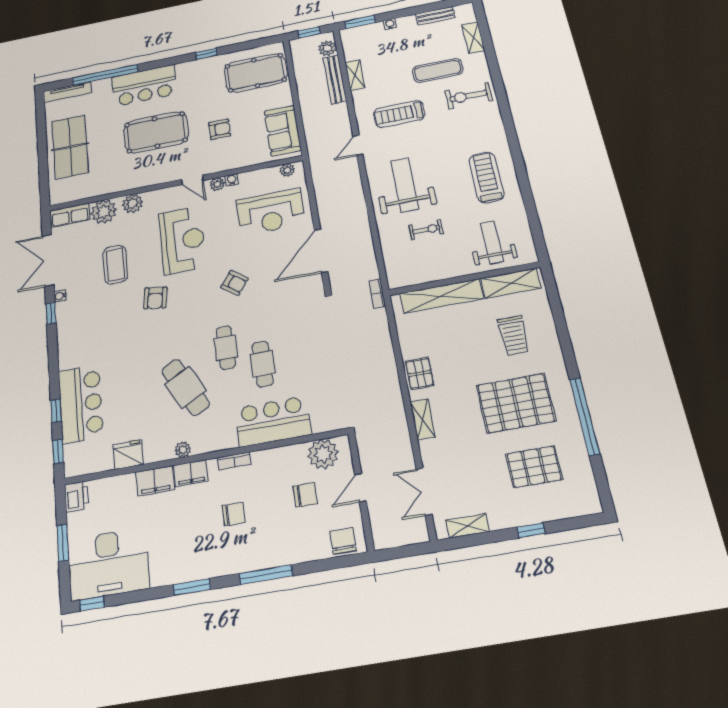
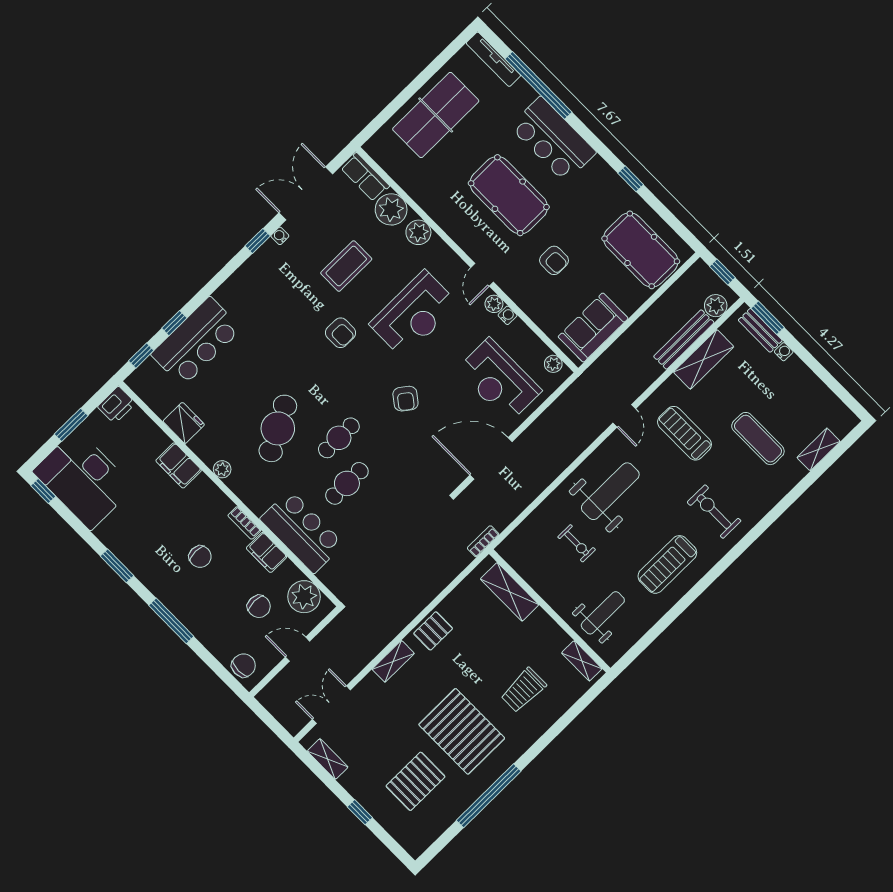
bench: (435, 16) -> (760, 330), moved
shelving: (355, 75) -> (704, 359), width x1.50, depth x1.33
exercise bike: (469, 96) -> (714, 512), moved
door: (358, 145) -> (624, 416), swing flipped
treadmill: (486, 178) -> (667, 564), turned 180
shelving: (511, 283) -> (582, 661), width x0.67, depth x0.75
shelving: (442, 296) -> (510, 592), width x0.68
armchair: (155, 298) -> (341, 333), turned -98
pallet: (534, 467) -> (415, 781), turned 90
filing cabinet: (191, 473) -> (267, 552), moved

